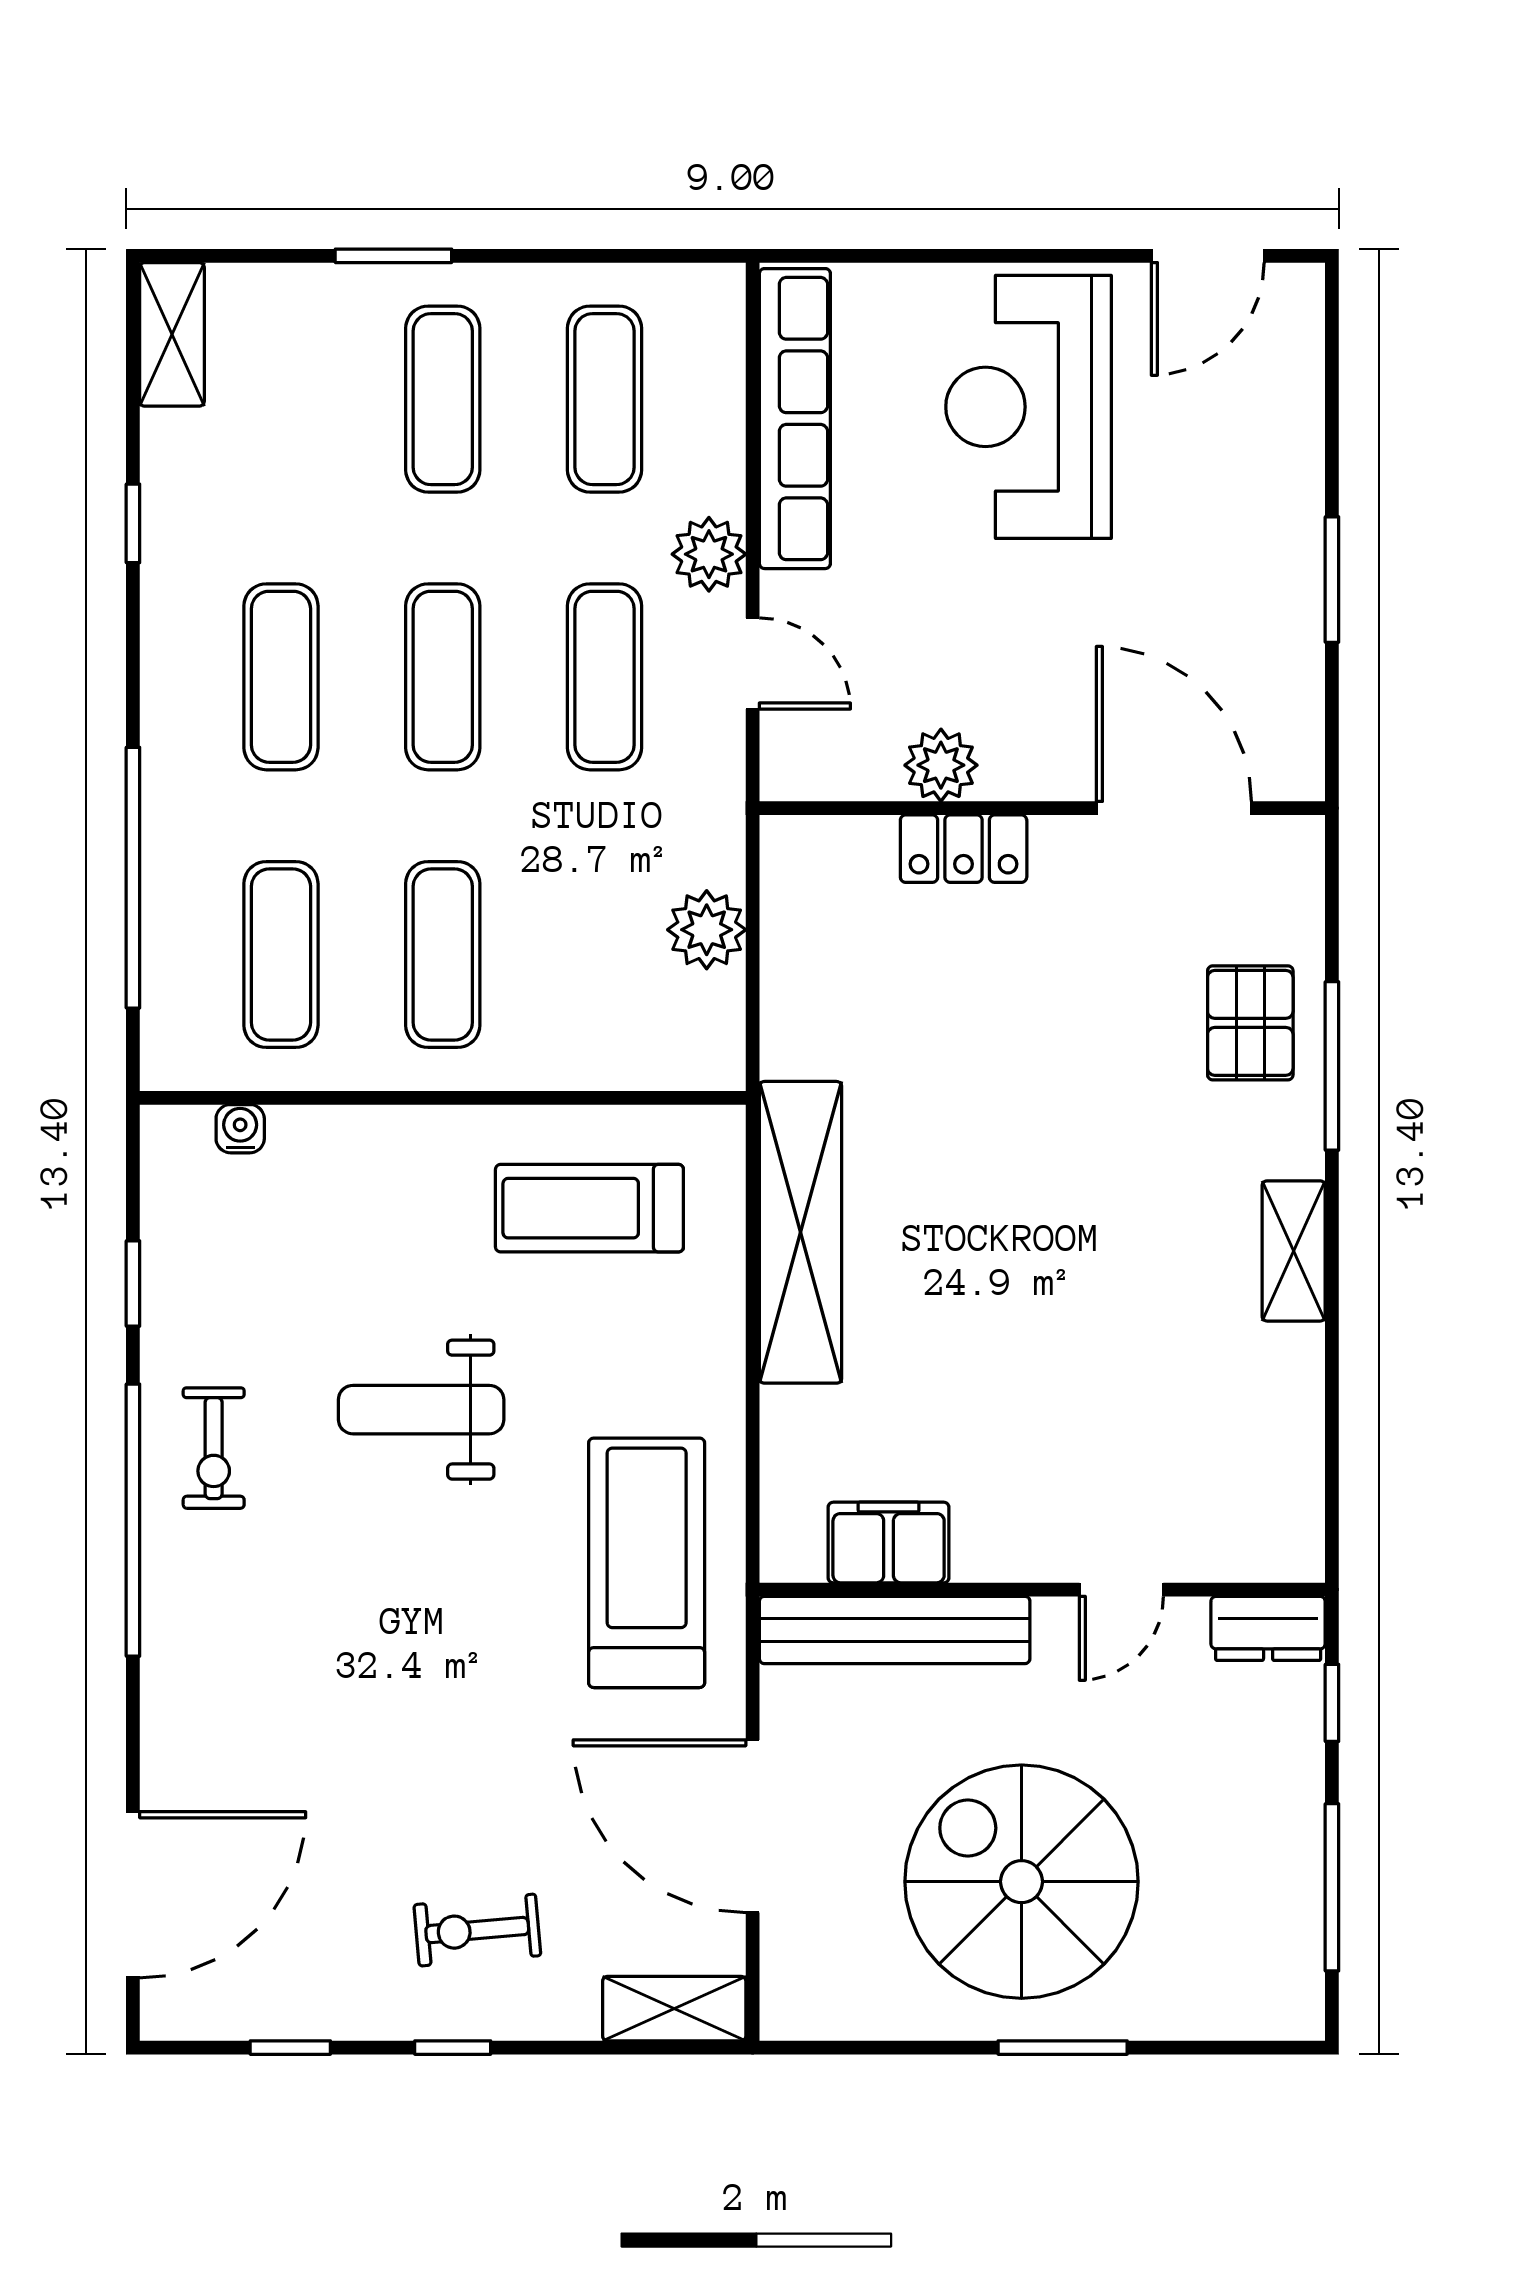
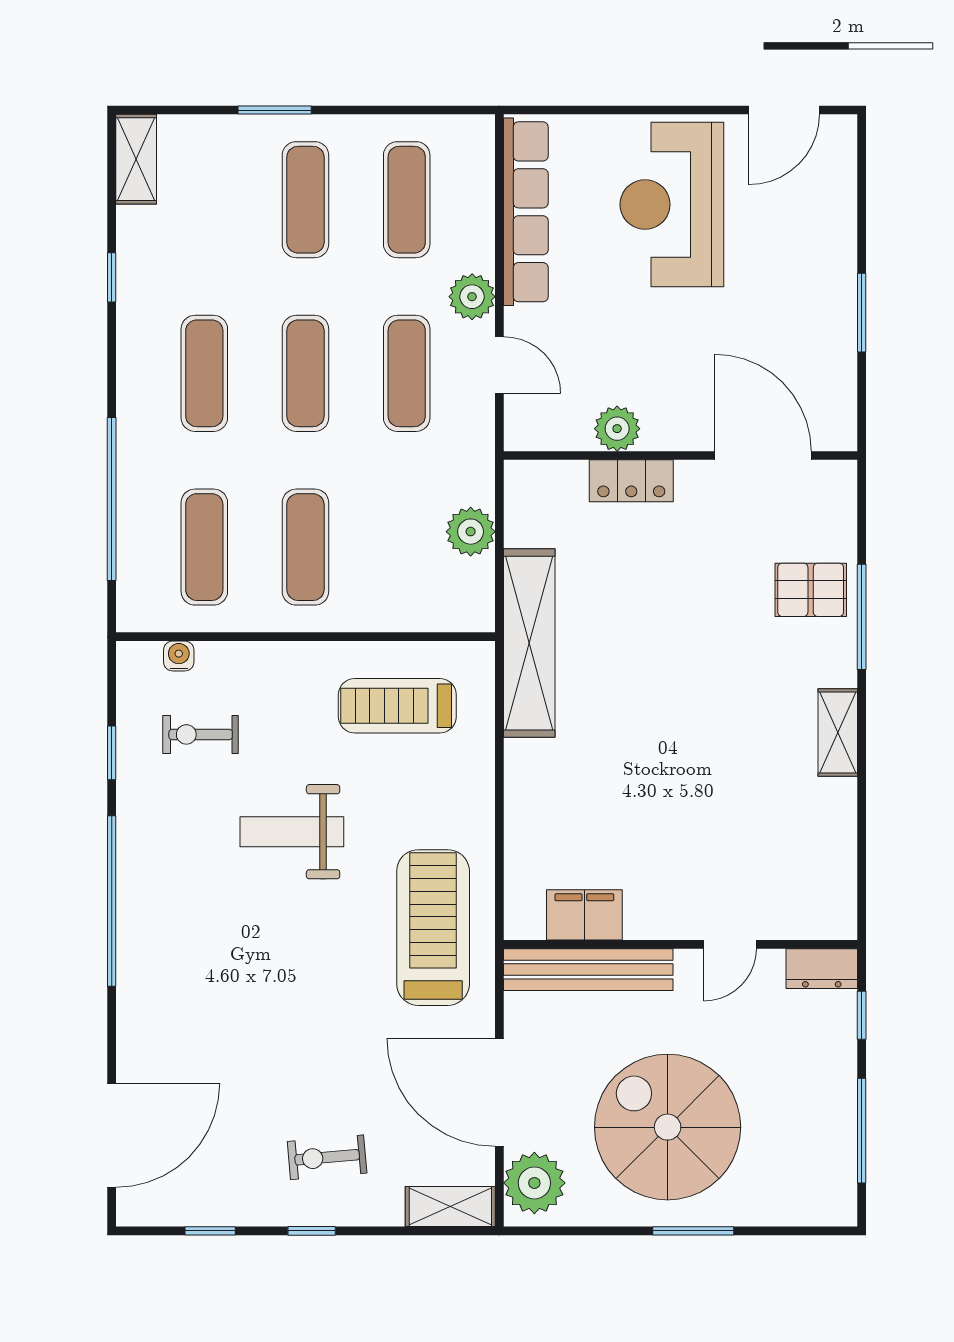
pallet: (1250, 1023) -> (811, 590), turned 90
shelving: (800, 1232) -> (529, 643), moved
exercise bike: (214, 1448) -> (201, 734), moved, turned 90
plant: (809, 1971) -> (534, 1183), added

